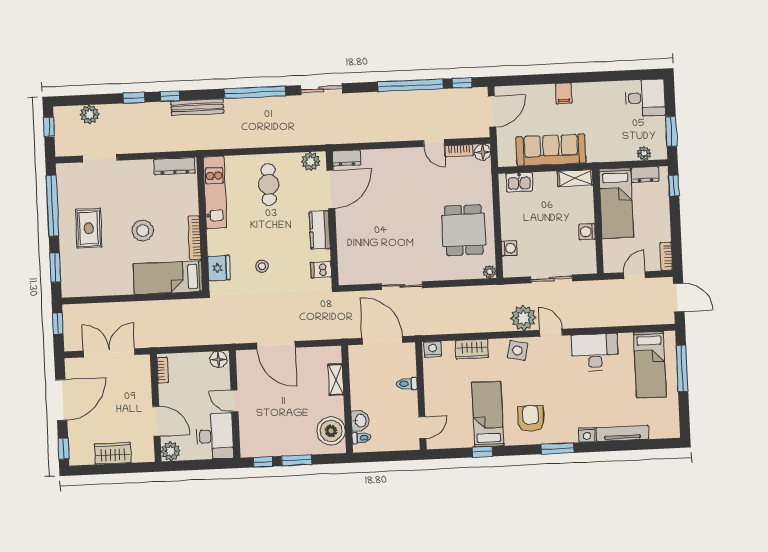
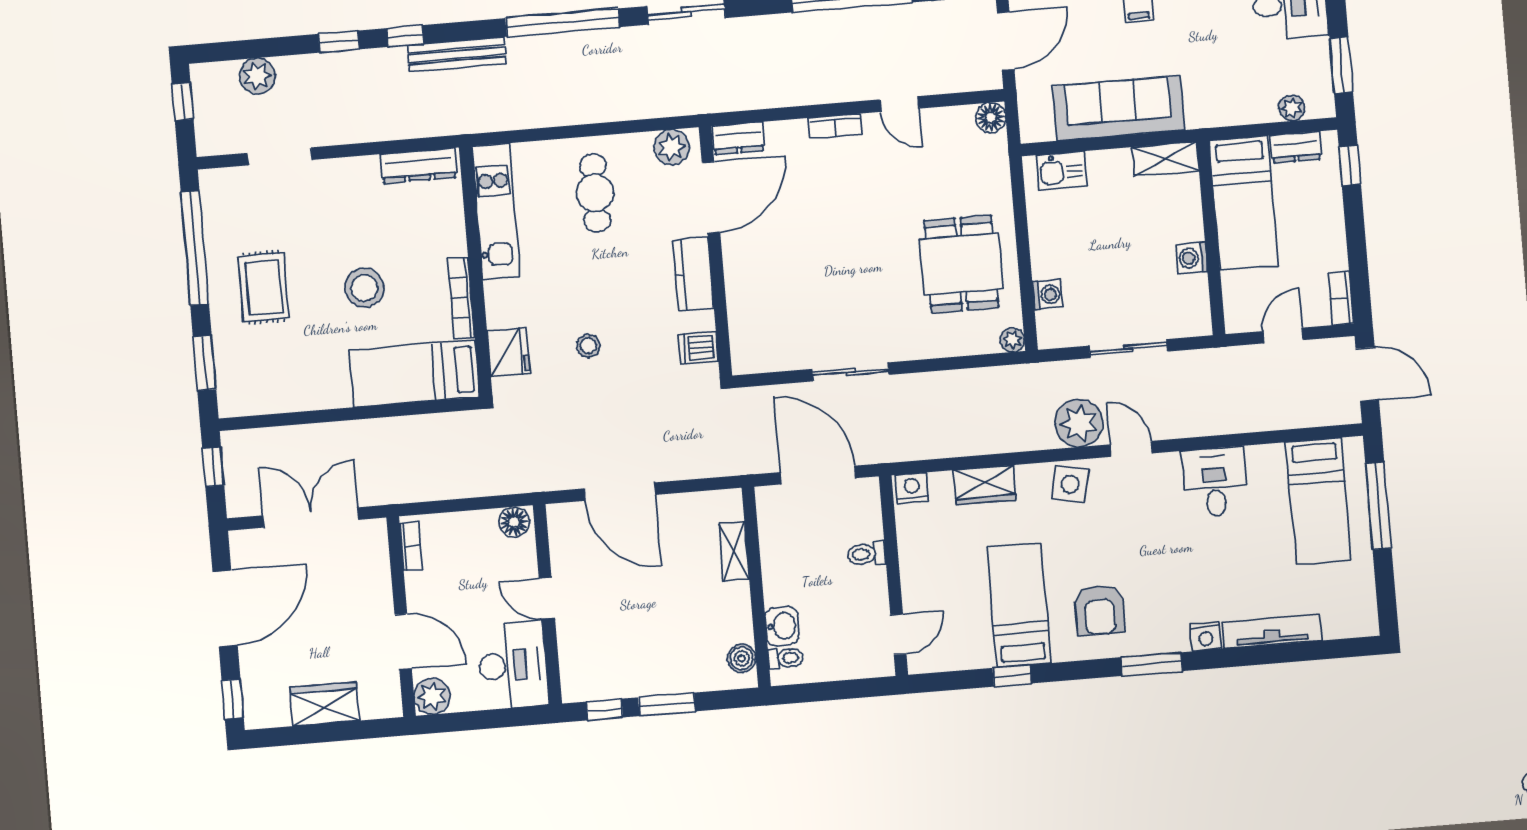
bookcase: (459, 151) -> (836, 126), moved
desk: (595, 352) -> (1215, 482), width x0.73
armchair: (531, 418) -> (1100, 610), turned 180
boiler: (331, 431) -> (742, 658), width x0.54, depth x0.54

